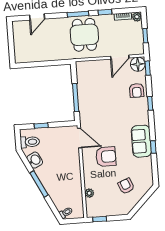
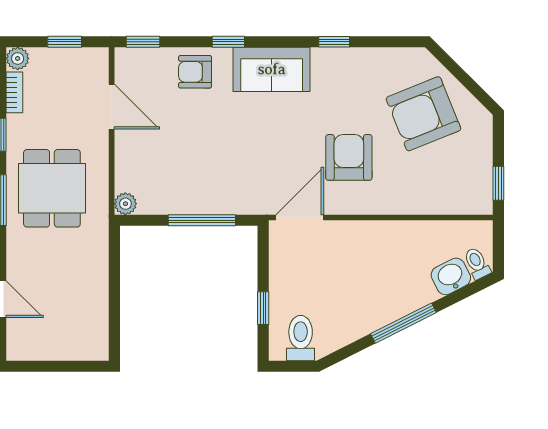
dining table: (84, 35) -> (52, 188), turned 90
floor lamp: (138, 64) -> (132, 65), removed
armchair: (137, 90) -> (195, 72), turned 180
sofa: (141, 141) -> (272, 69), moved
washbasin: (35, 160) -> (451, 276), moved
armchair: (126, 186) -> (423, 114), width x1.88, depth x1.88
plant: (89, 193) -> (125, 204), moved

